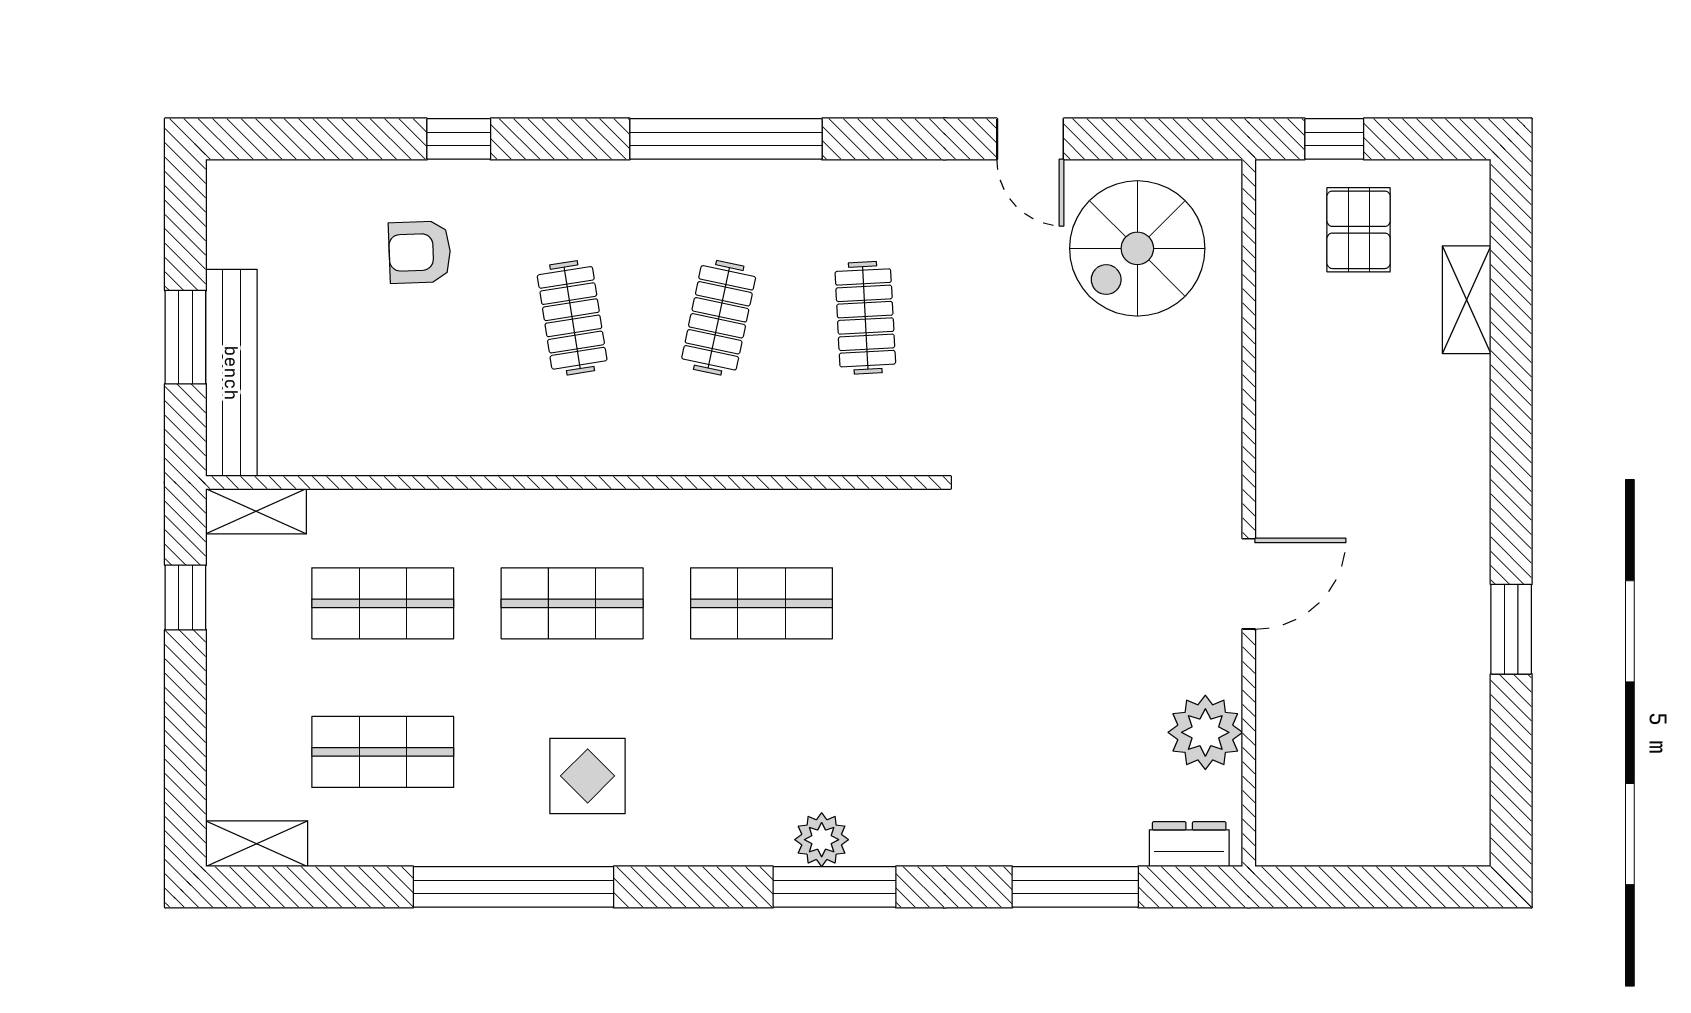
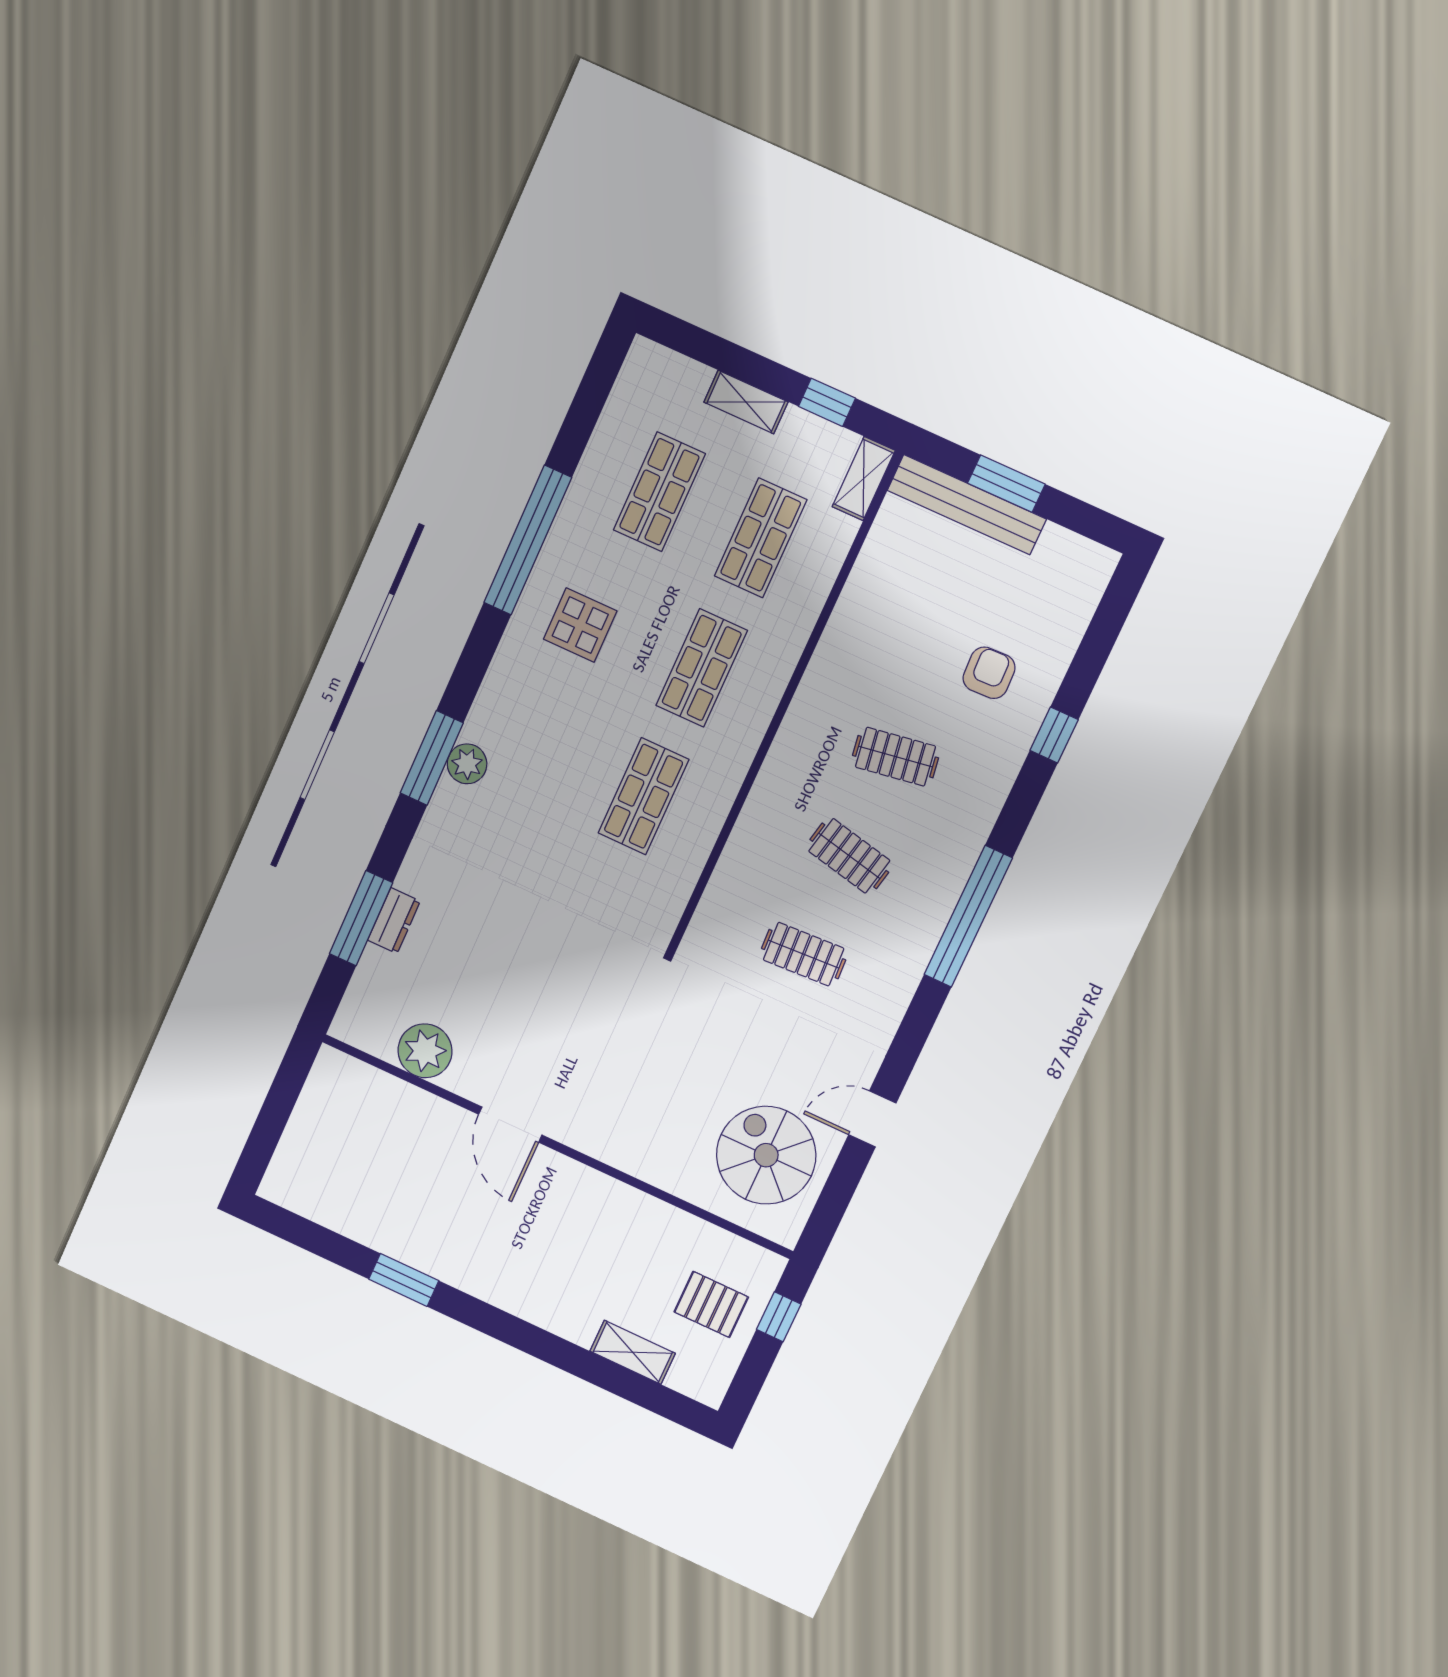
shelving: (257, 844) -> (746, 402), moved, turned 90
dresser: (1189, 844) -> (394, 921), moved

